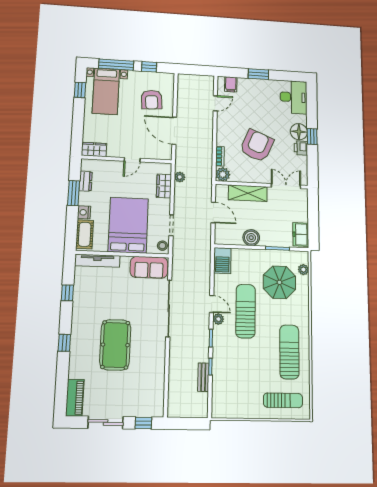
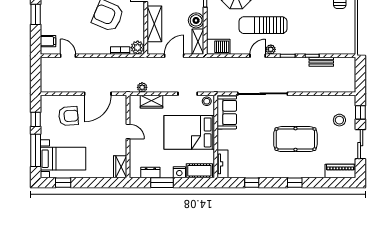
shelving: (228, 239) -> (198, 42), added
tv unit: (97, 261) -> (222, 164), width x0.71
stool: (135, 397) -> (339, 120), added

